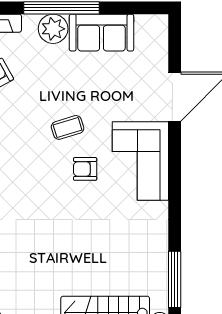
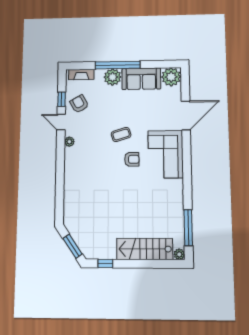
plant: (151, 30) -> (171, 77), added
armchair: (85, 169) -> (132, 159), turned 180

